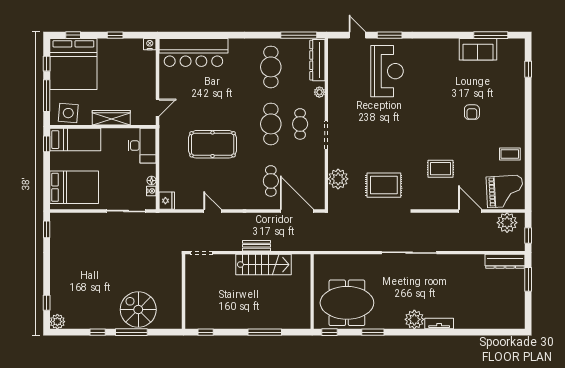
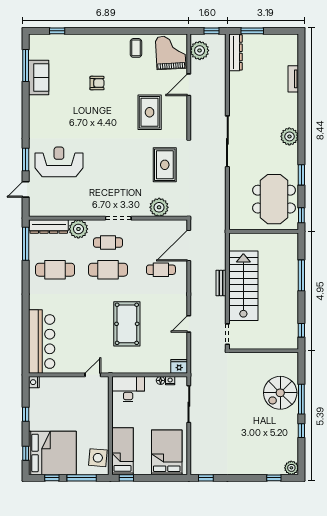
plant: (319, 92) -> (78, 229), width x1.87, depth x1.87
door: (157, 108) -> (93, 375), hinge flipped
wardrobe: (111, 118) -> (102, 418), removed
rug: (440, 169) -> (150, 112), width x1.36, depth x1.43
stairs: (264, 265) -> (243, 286), width x1.36, depth x1.51
tv unit: (439, 324) -> (293, 79), moved

